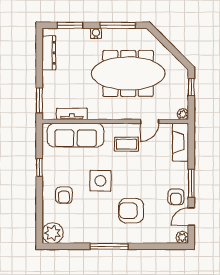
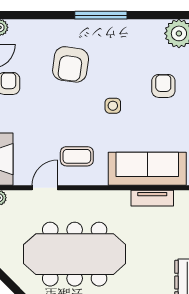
side table: (100, 181) -> (113, 106), width x0.54, depth x0.54
armchair: (131, 211) -> (71, 64), turned 98

